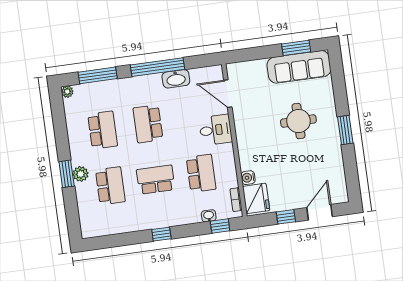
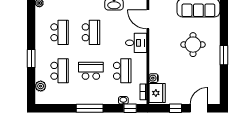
school desk: (148, 124) -> (91, 32), turned 180
plant: (81, 174) -> (41, 86), moved
window: (161, 234) -> (90, 108), width x2.17

